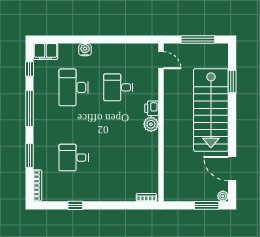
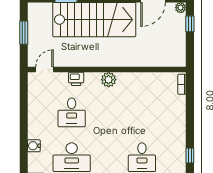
window: (198, 40) -> (24, 33), width x0.69
printer: (152, 108) -> (76, 79), moved
window: (207, 205) -> (190, 24), width x0.67

